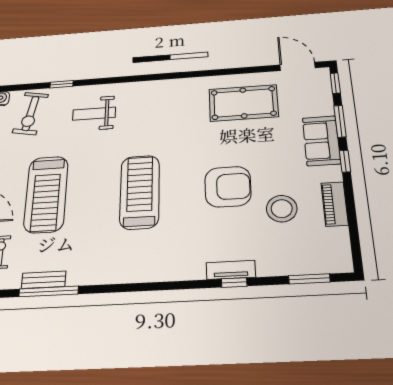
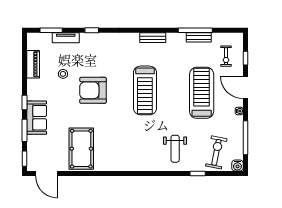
pool table: (243, 103) -> (81, 149), turned 90
weight bench: (94, 114) -> (175, 149), turned 90
piano: (335, 204) -> (33, 64), moved
stool: (282, 209) -> (63, 74), width x0.53, depth x0.53
tv unit: (231, 270) -> (66, 38), moved
bench: (124, 275) -> (153, 38), added

